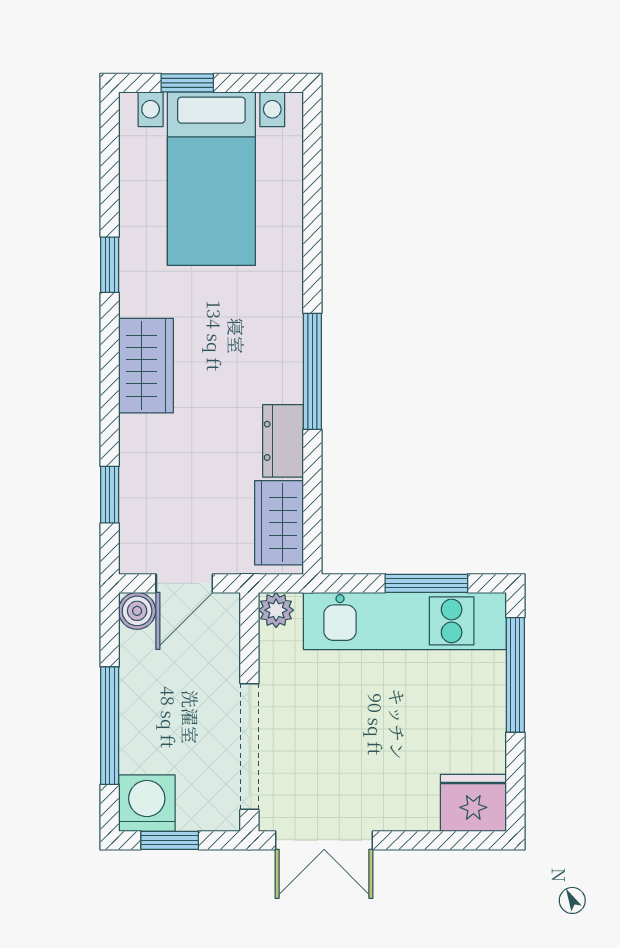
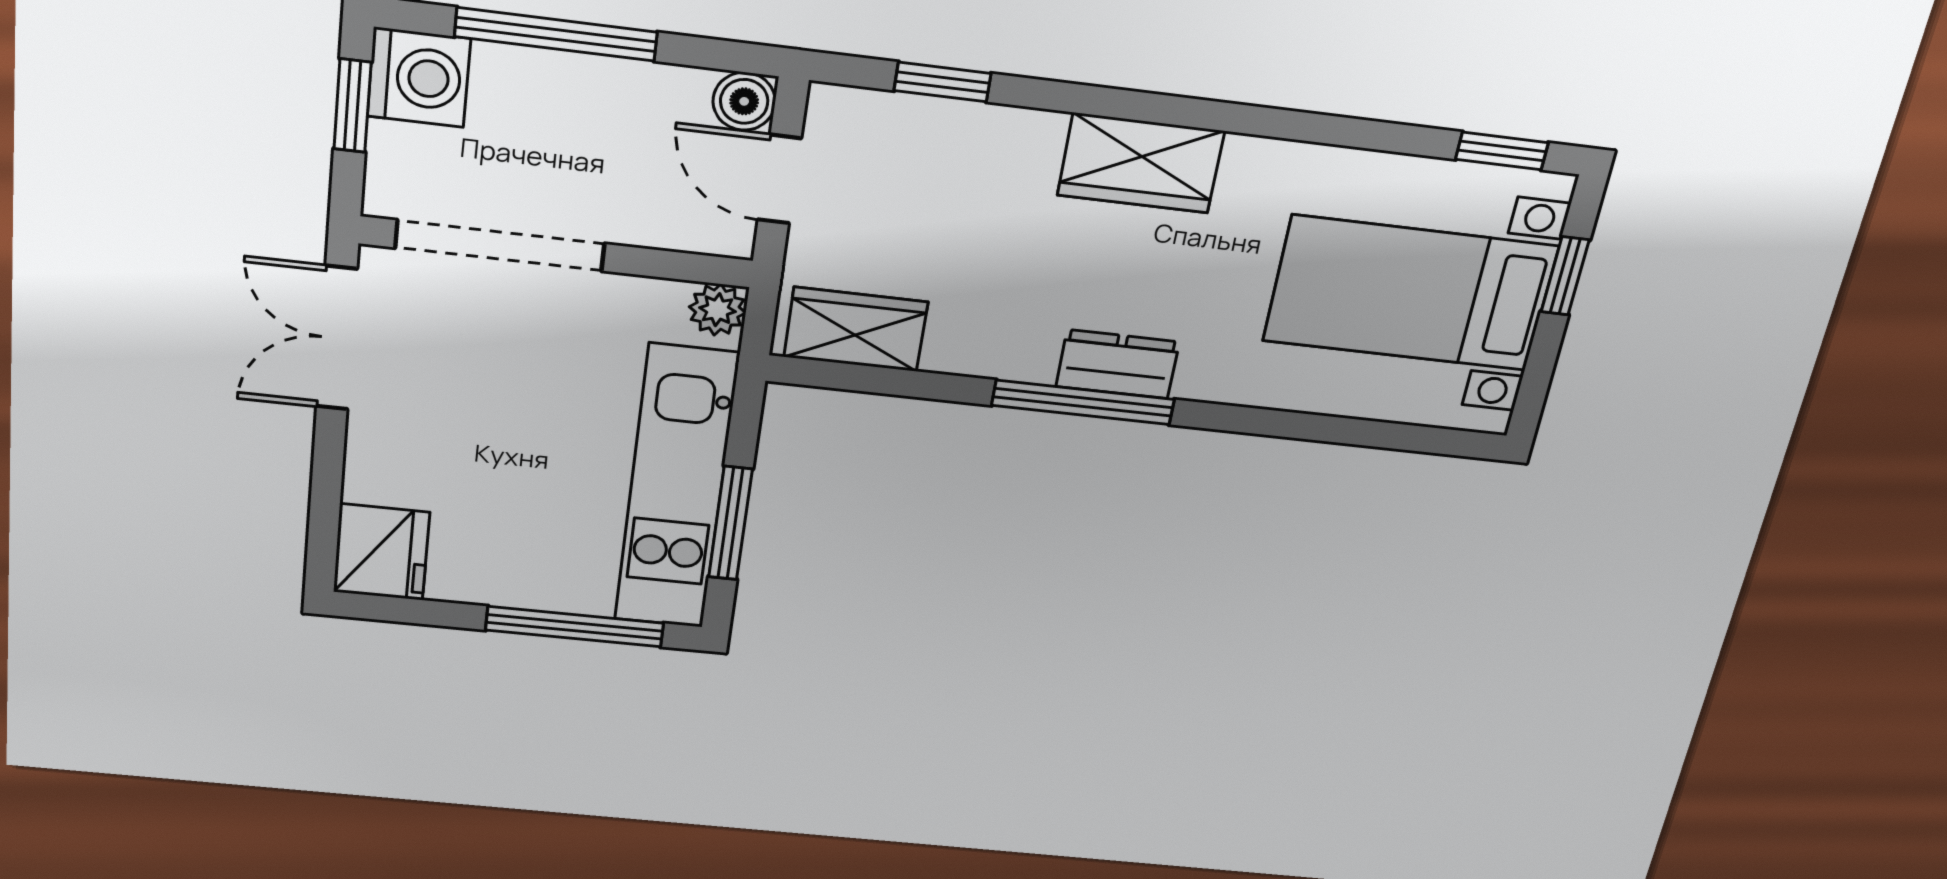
window: (110, 265) -> (1502, 151), moved
dresser: (283, 441) -> (1118, 364), moved

